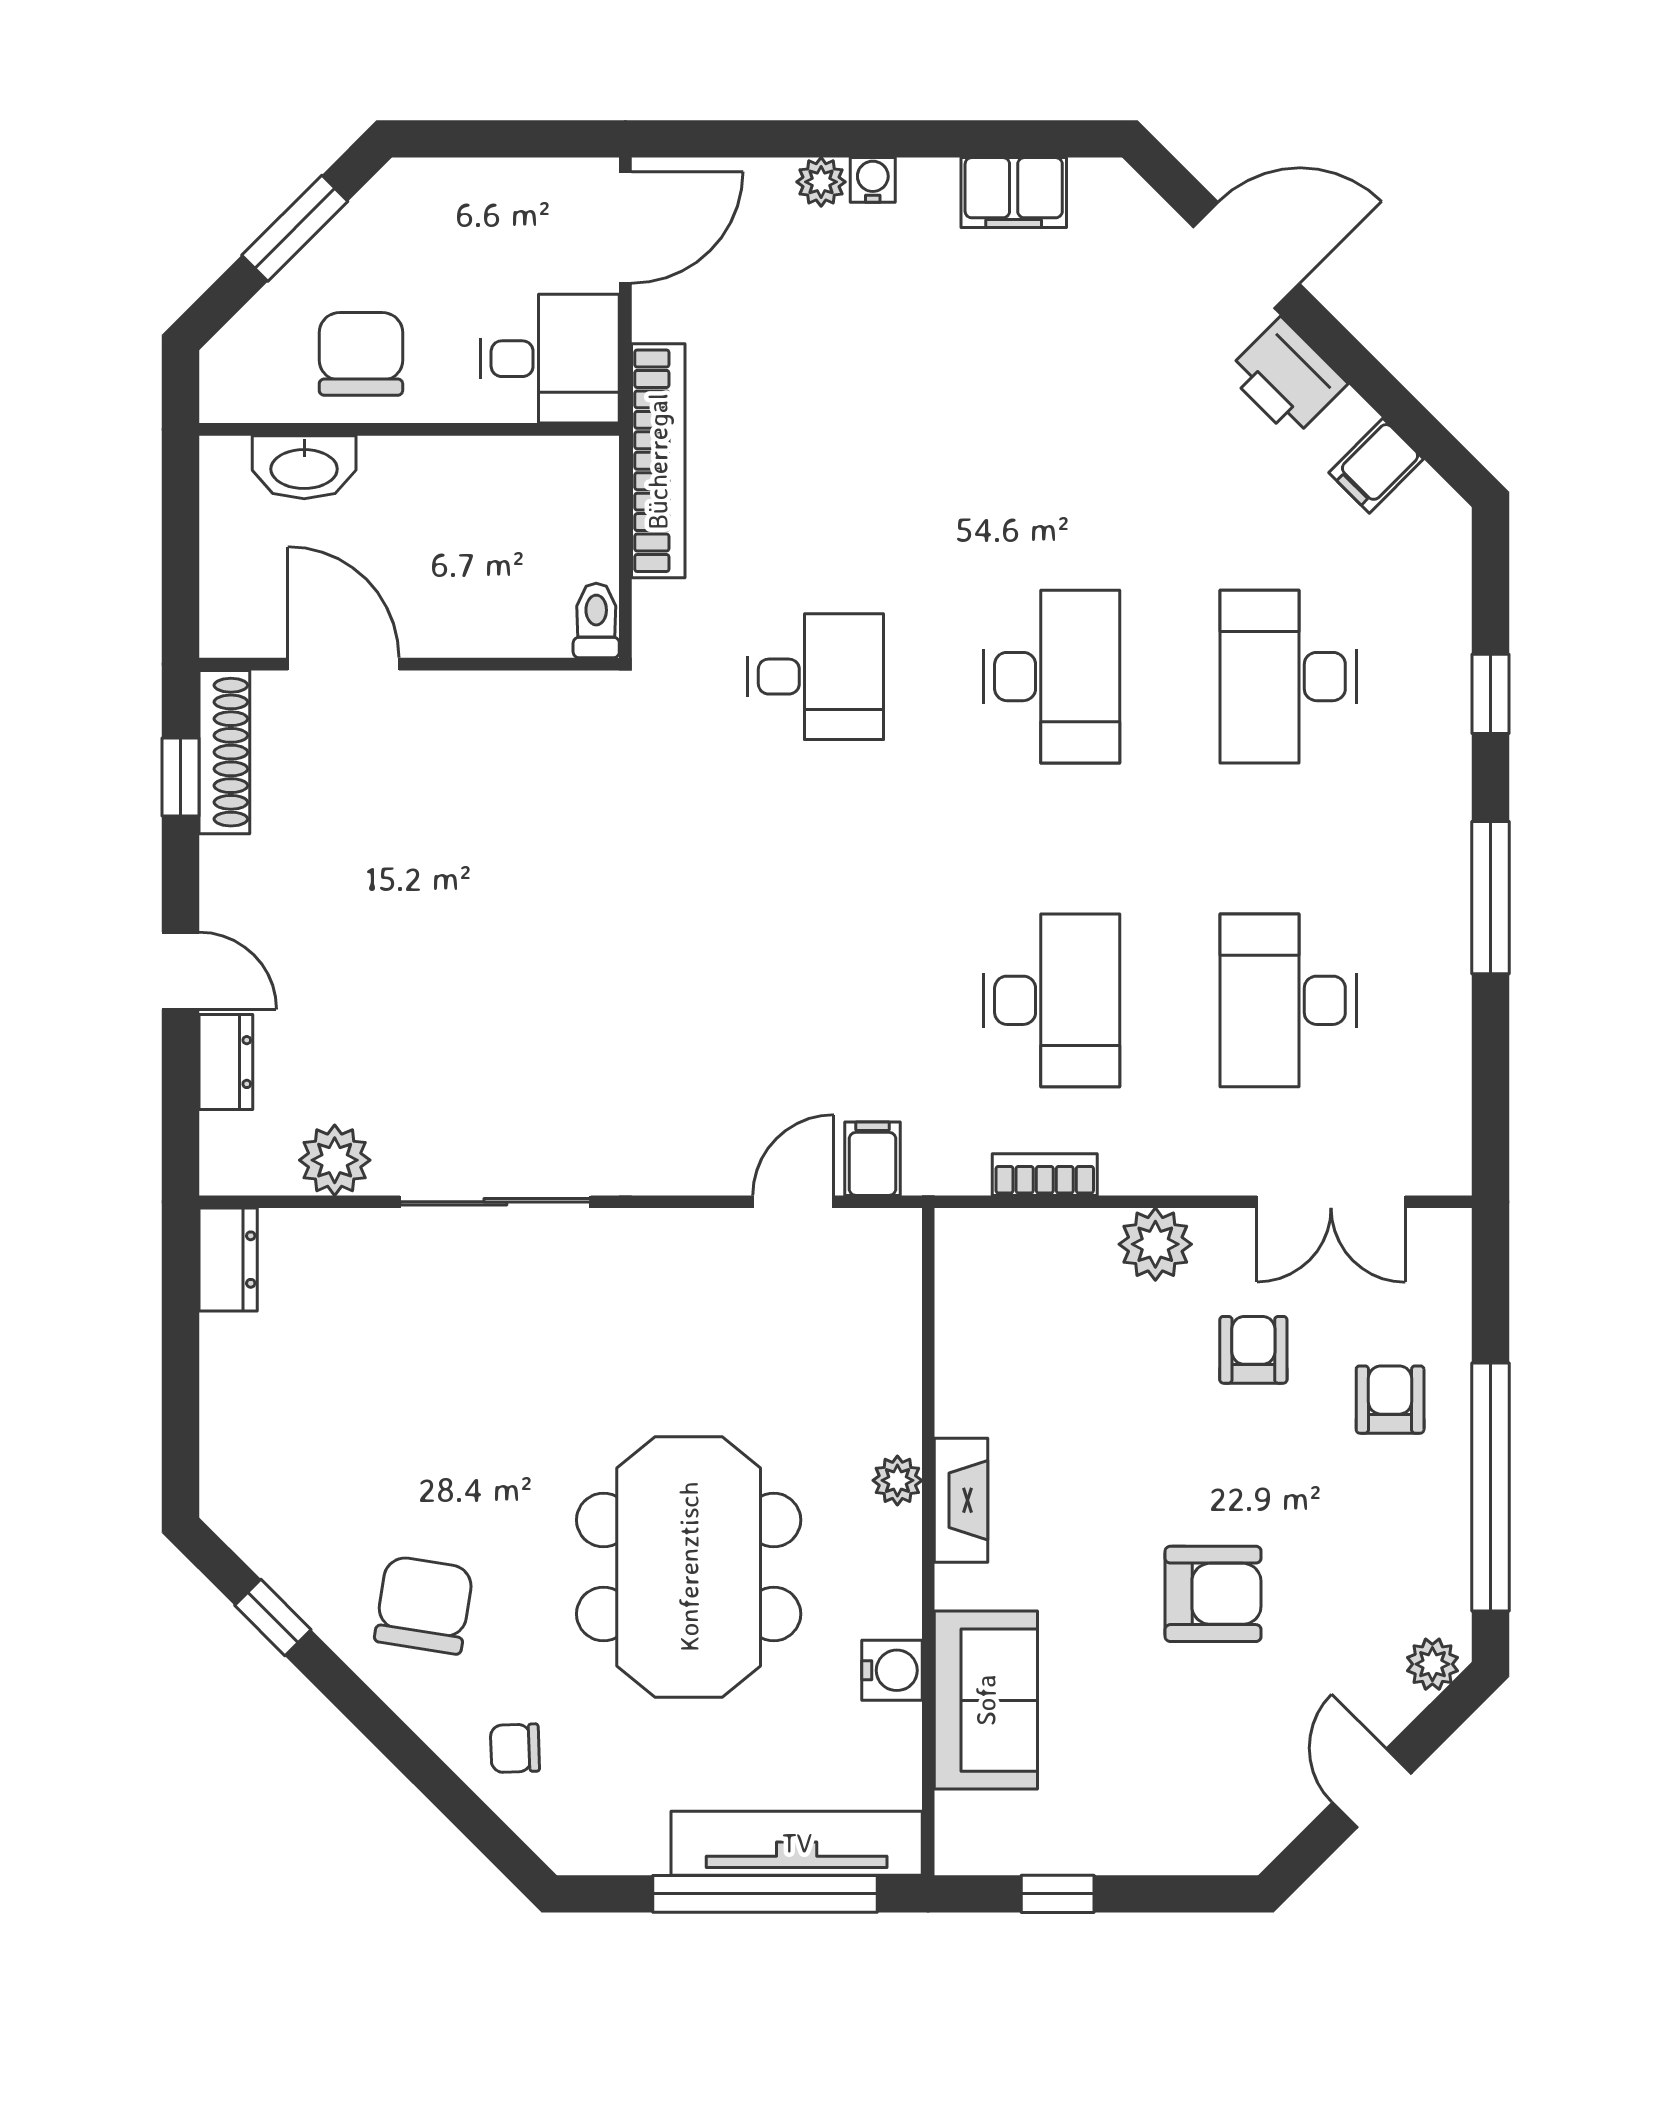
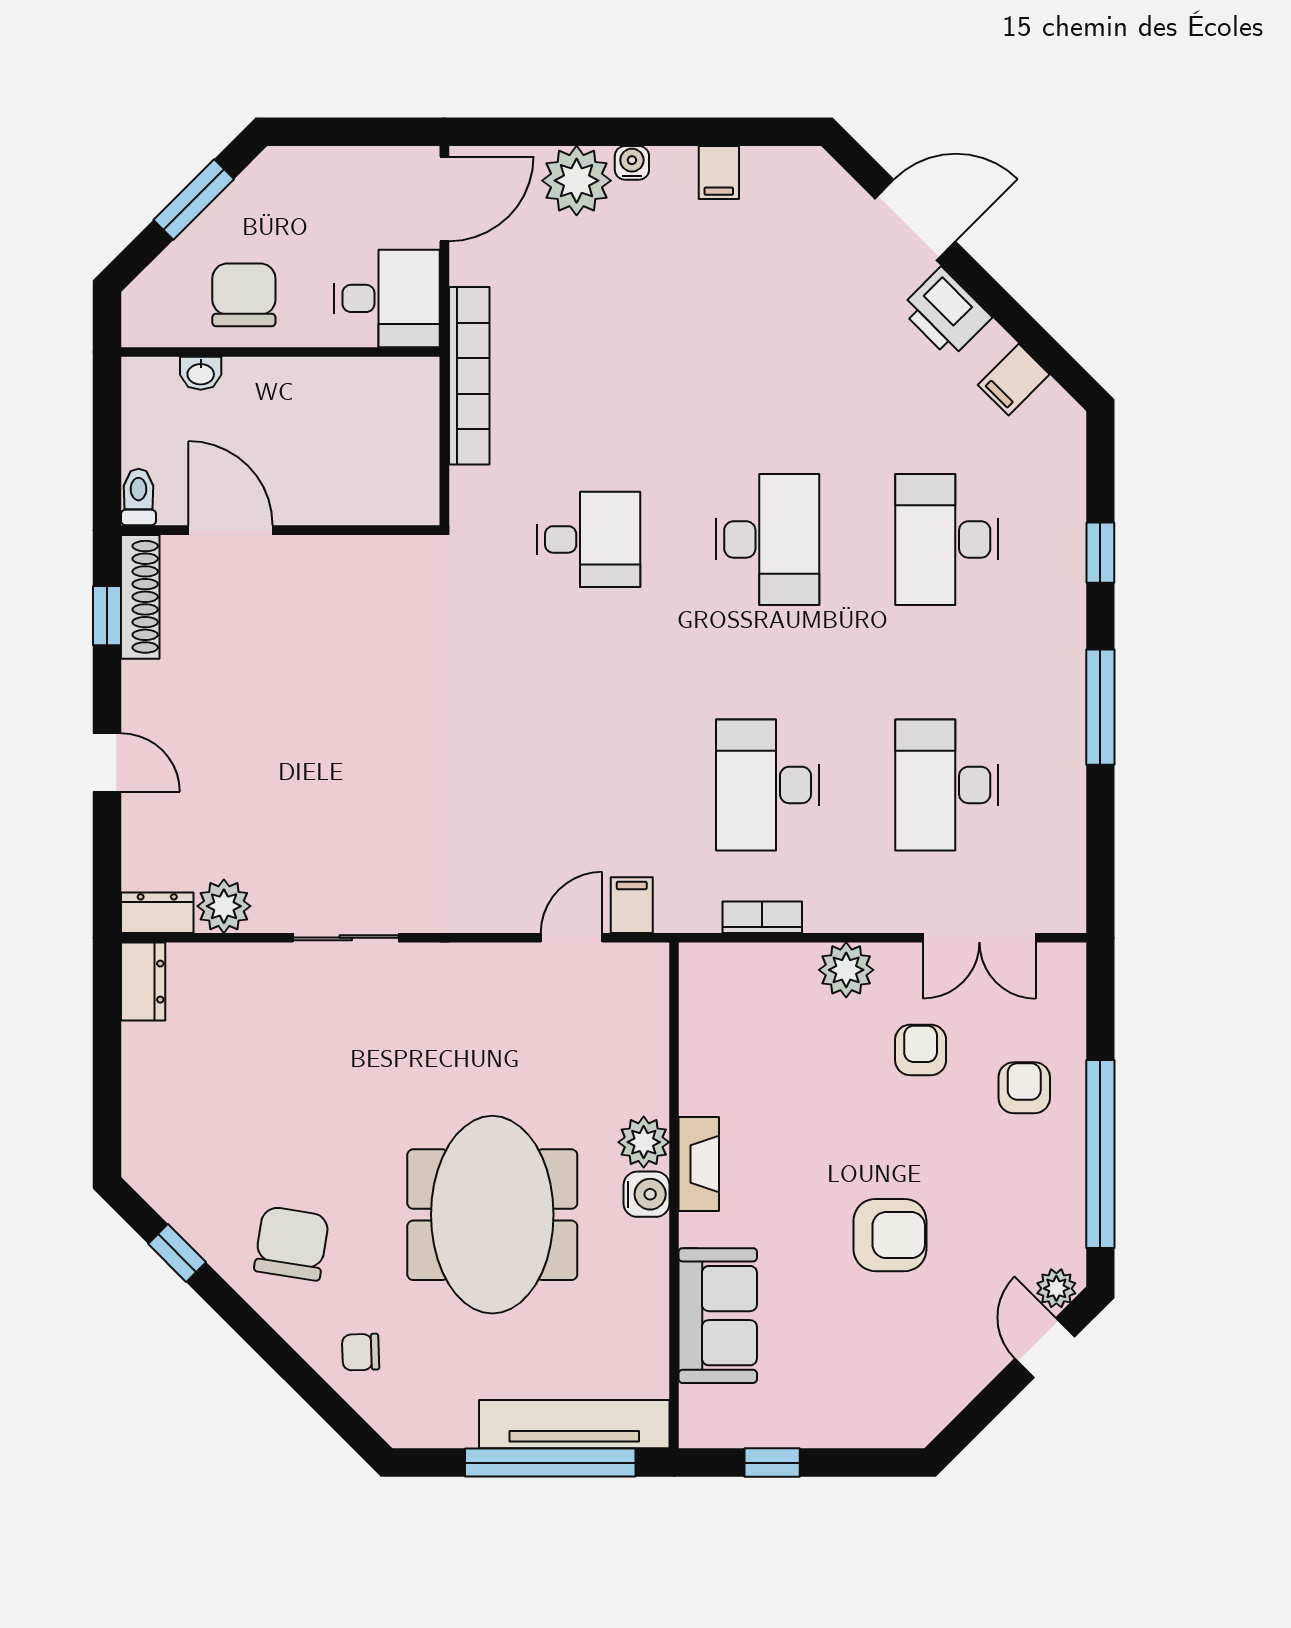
plant: (821, 182) -> (577, 181), width x1.87, depth x1.87
filing cabinet: (1014, 193) -> (719, 172), width x0.50
washbasin: (304, 467) -> (201, 373), width x0.52, depth x0.69
toilet: (596, 621) -> (139, 497), moved
desk: (1052, 1000) -> (768, 785), turned 180
dresser: (226, 1062) -> (157, 913), moved, turned -90
sliding door: (495, 1202) -> (346, 938), width x0.73
plant: (897, 1480) -> (644, 1142), width x1.38, depth x1.38
water cooler: (892, 1670) -> (646, 1194), moved
door: (1372, 1788) -> (1045, 1348), moved

